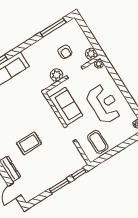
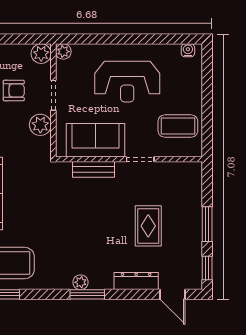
reception desk: (104, 104) -> (127, 82), turned 180
bench: (51, 114) -> (94, 169), added
rug: (29, 143) -> (148, 226), moved
window: (79, 174) -> (207, 268), moved

